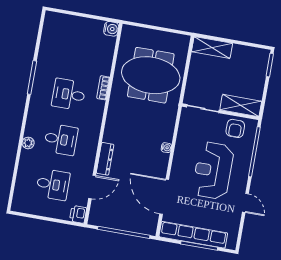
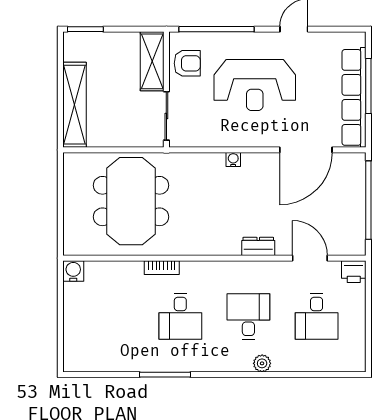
shelving: (212, 47) -> (74, 105), width x1.47
dresser: (105, 159) -> (258, 246), width x0.70
desk: (53, 184) -> (317, 316), turned 180

